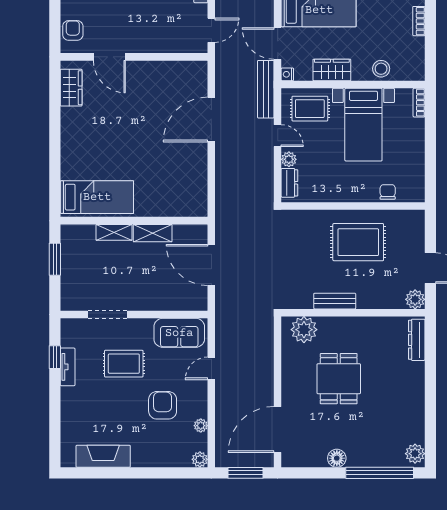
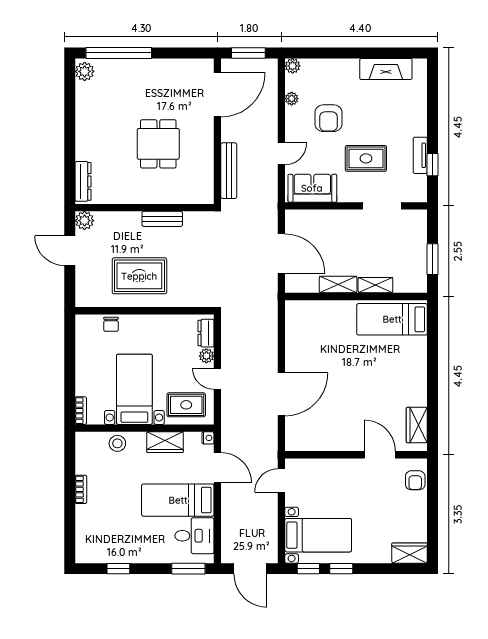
bench: (266, 89) -> (229, 171), moved
plant: (304, 330) -> (192, 191), removed
floor lamp: (337, 458) -> (160, 67), removed

